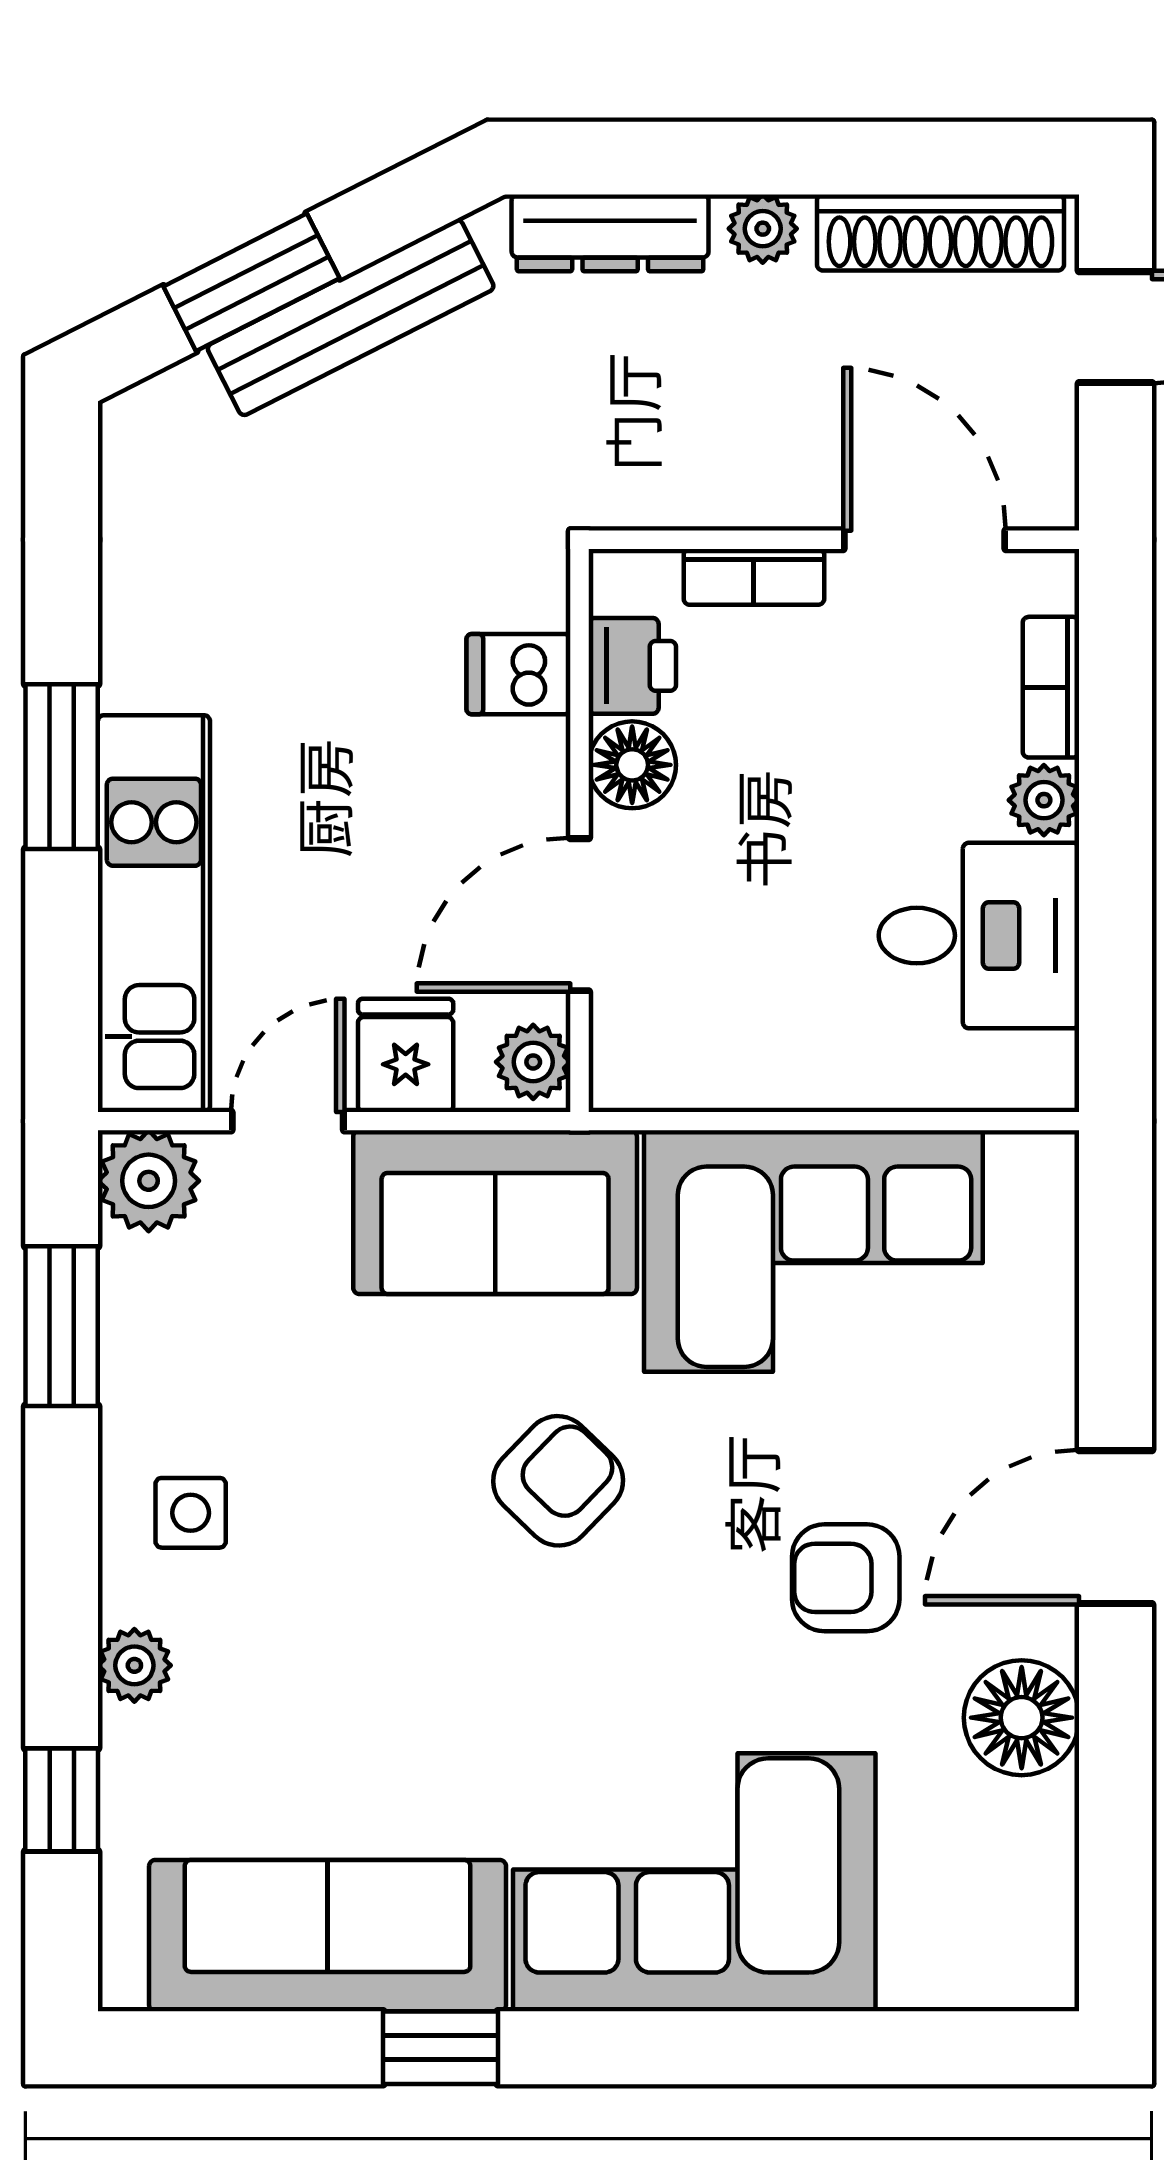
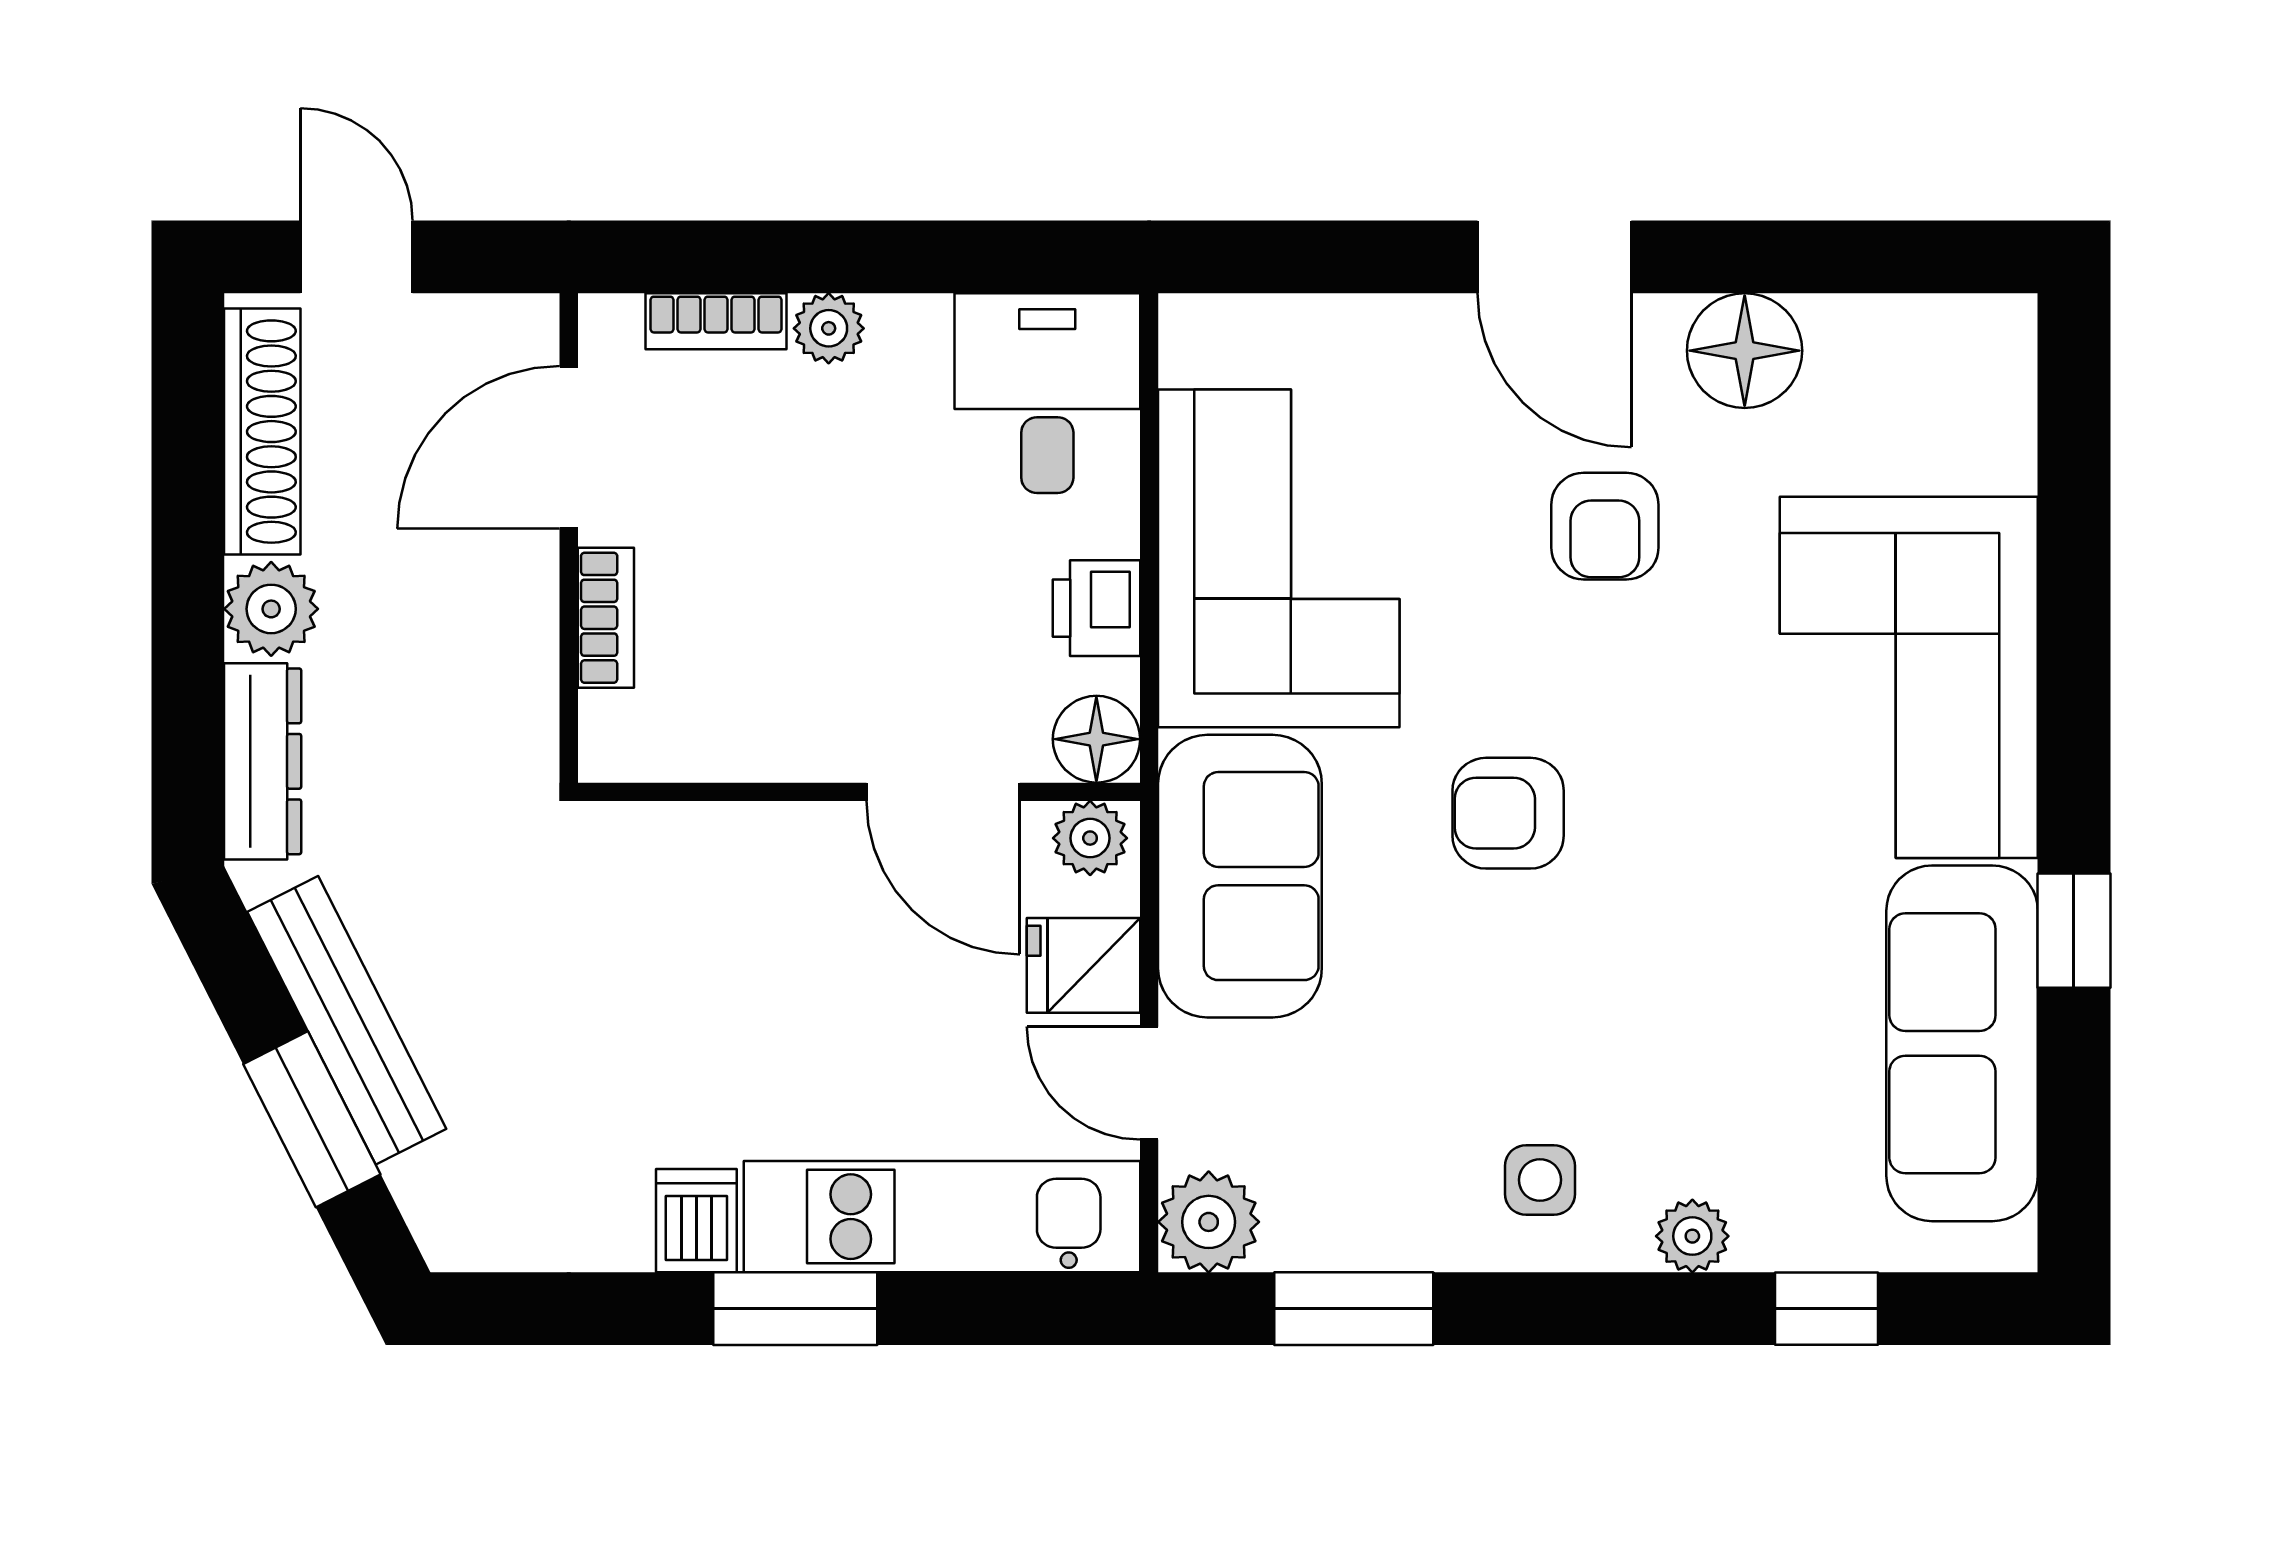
plant: (763, 229) -> (271, 609), width x1.38, depth x1.38
printer: (632, 666) -> (1096, 608), moved, turned -90
dishwasher: (519, 674) -> (696, 1221), moved, turned 180
floor lamp: (632, 765) -> (1096, 739), moved
desk: (979, 936) -> (1047, 393), moved
armchair: (558, 1481) -> (1508, 813), turned -44

